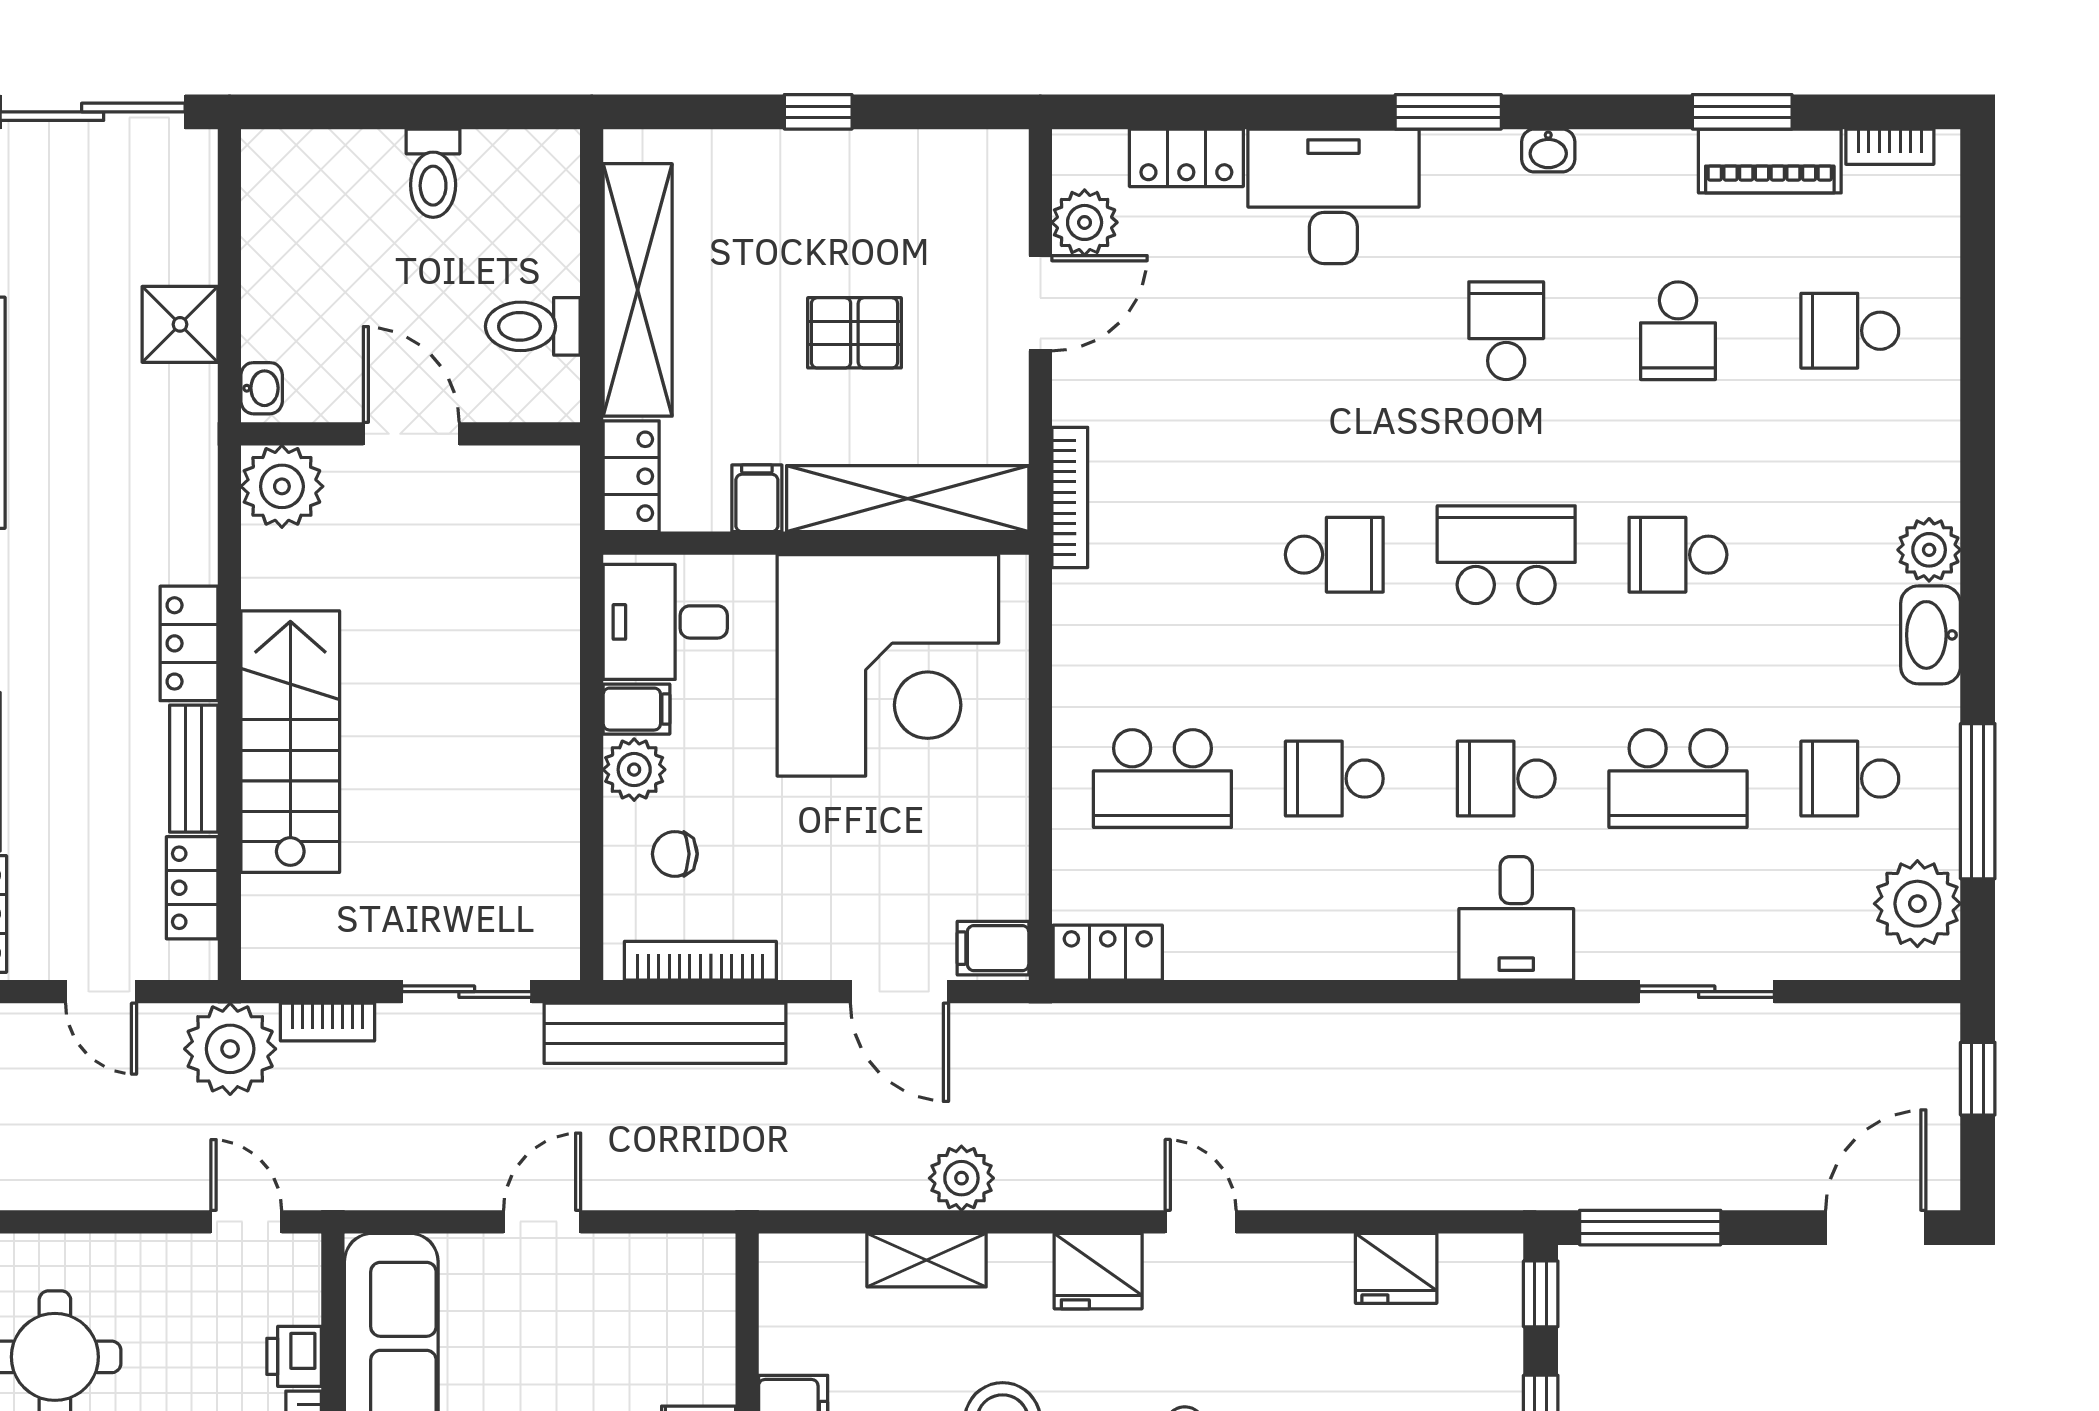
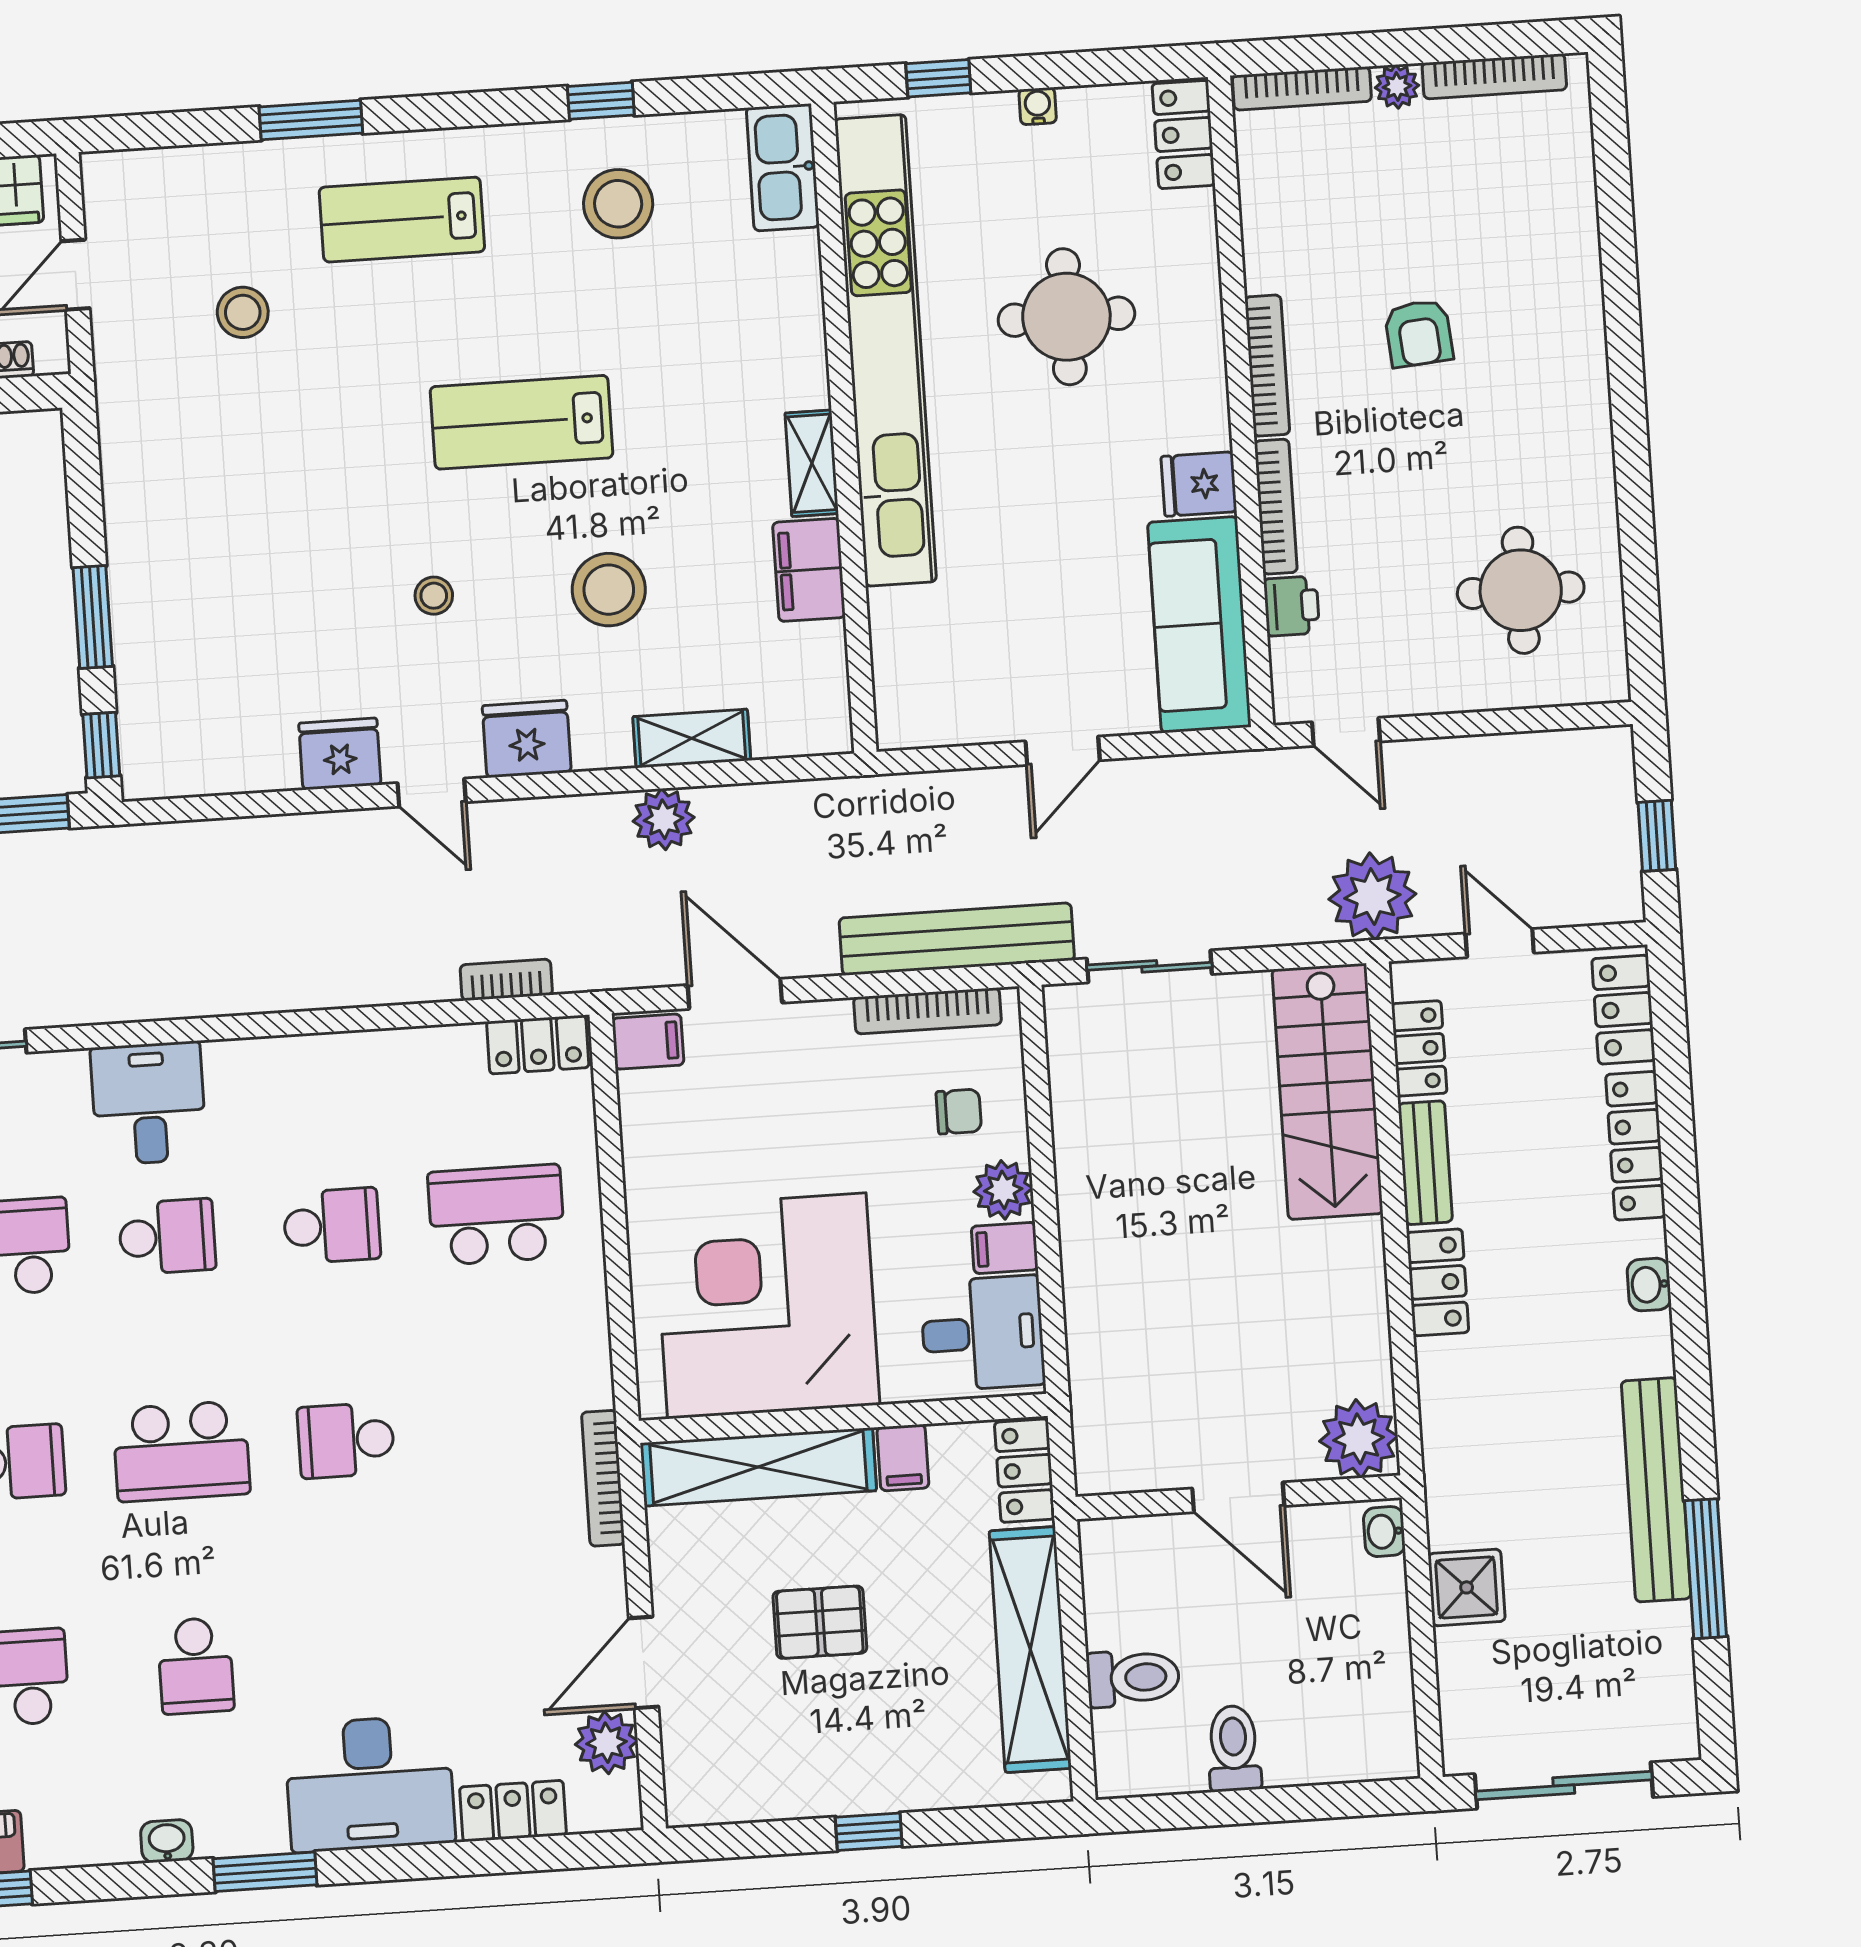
toilet: (533, 326) -> (1133, 1678), moved
stairs: (290, 742) -> (1328, 1091), moved
bookcase: (327, 1022) -> (506, 980), moved
fridge: (1396, 1268) -> (340, 754), moved

